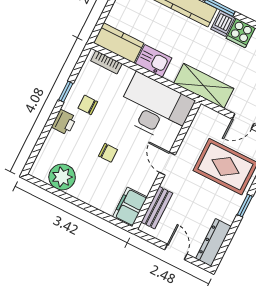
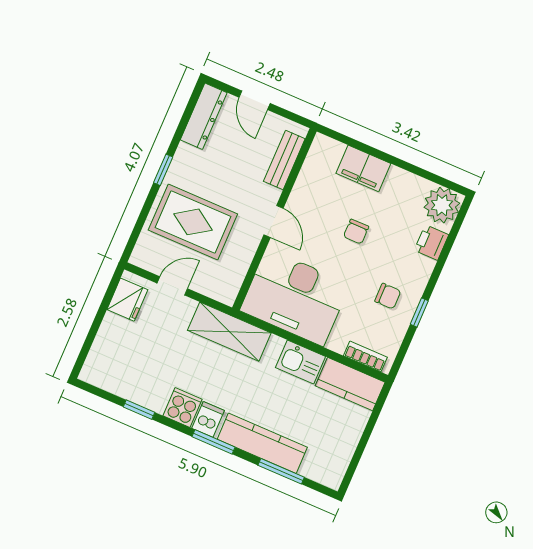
printer: (64, 122) -> (431, 242), moved
chair: (108, 153) -> (356, 232), turned -90
plant: (62, 177) -> (442, 205), moved
filing cabinet: (130, 207) -> (363, 168), moved, turned 90

